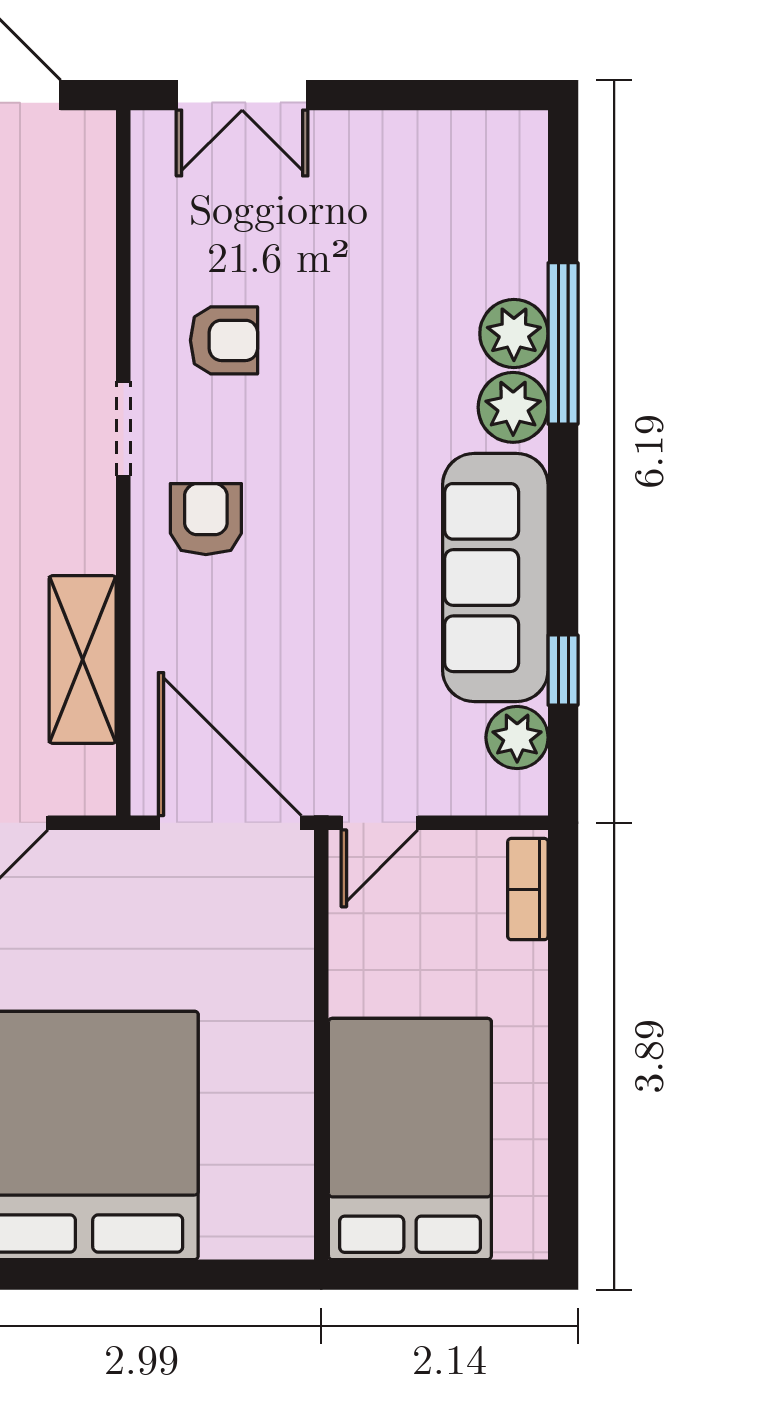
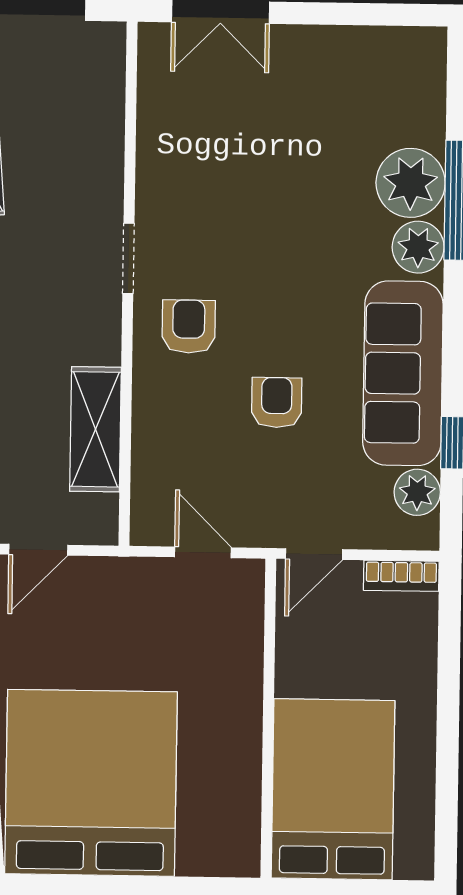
plant: (514, 334) -> (411, 183), width x1.36, depth x1.36
armchair: (224, 340) -> (277, 403), moved, turned -90
door: (230, 823) -> (203, 552), width x0.53
bookcase: (528, 889) -> (401, 576), moved, turned -90

